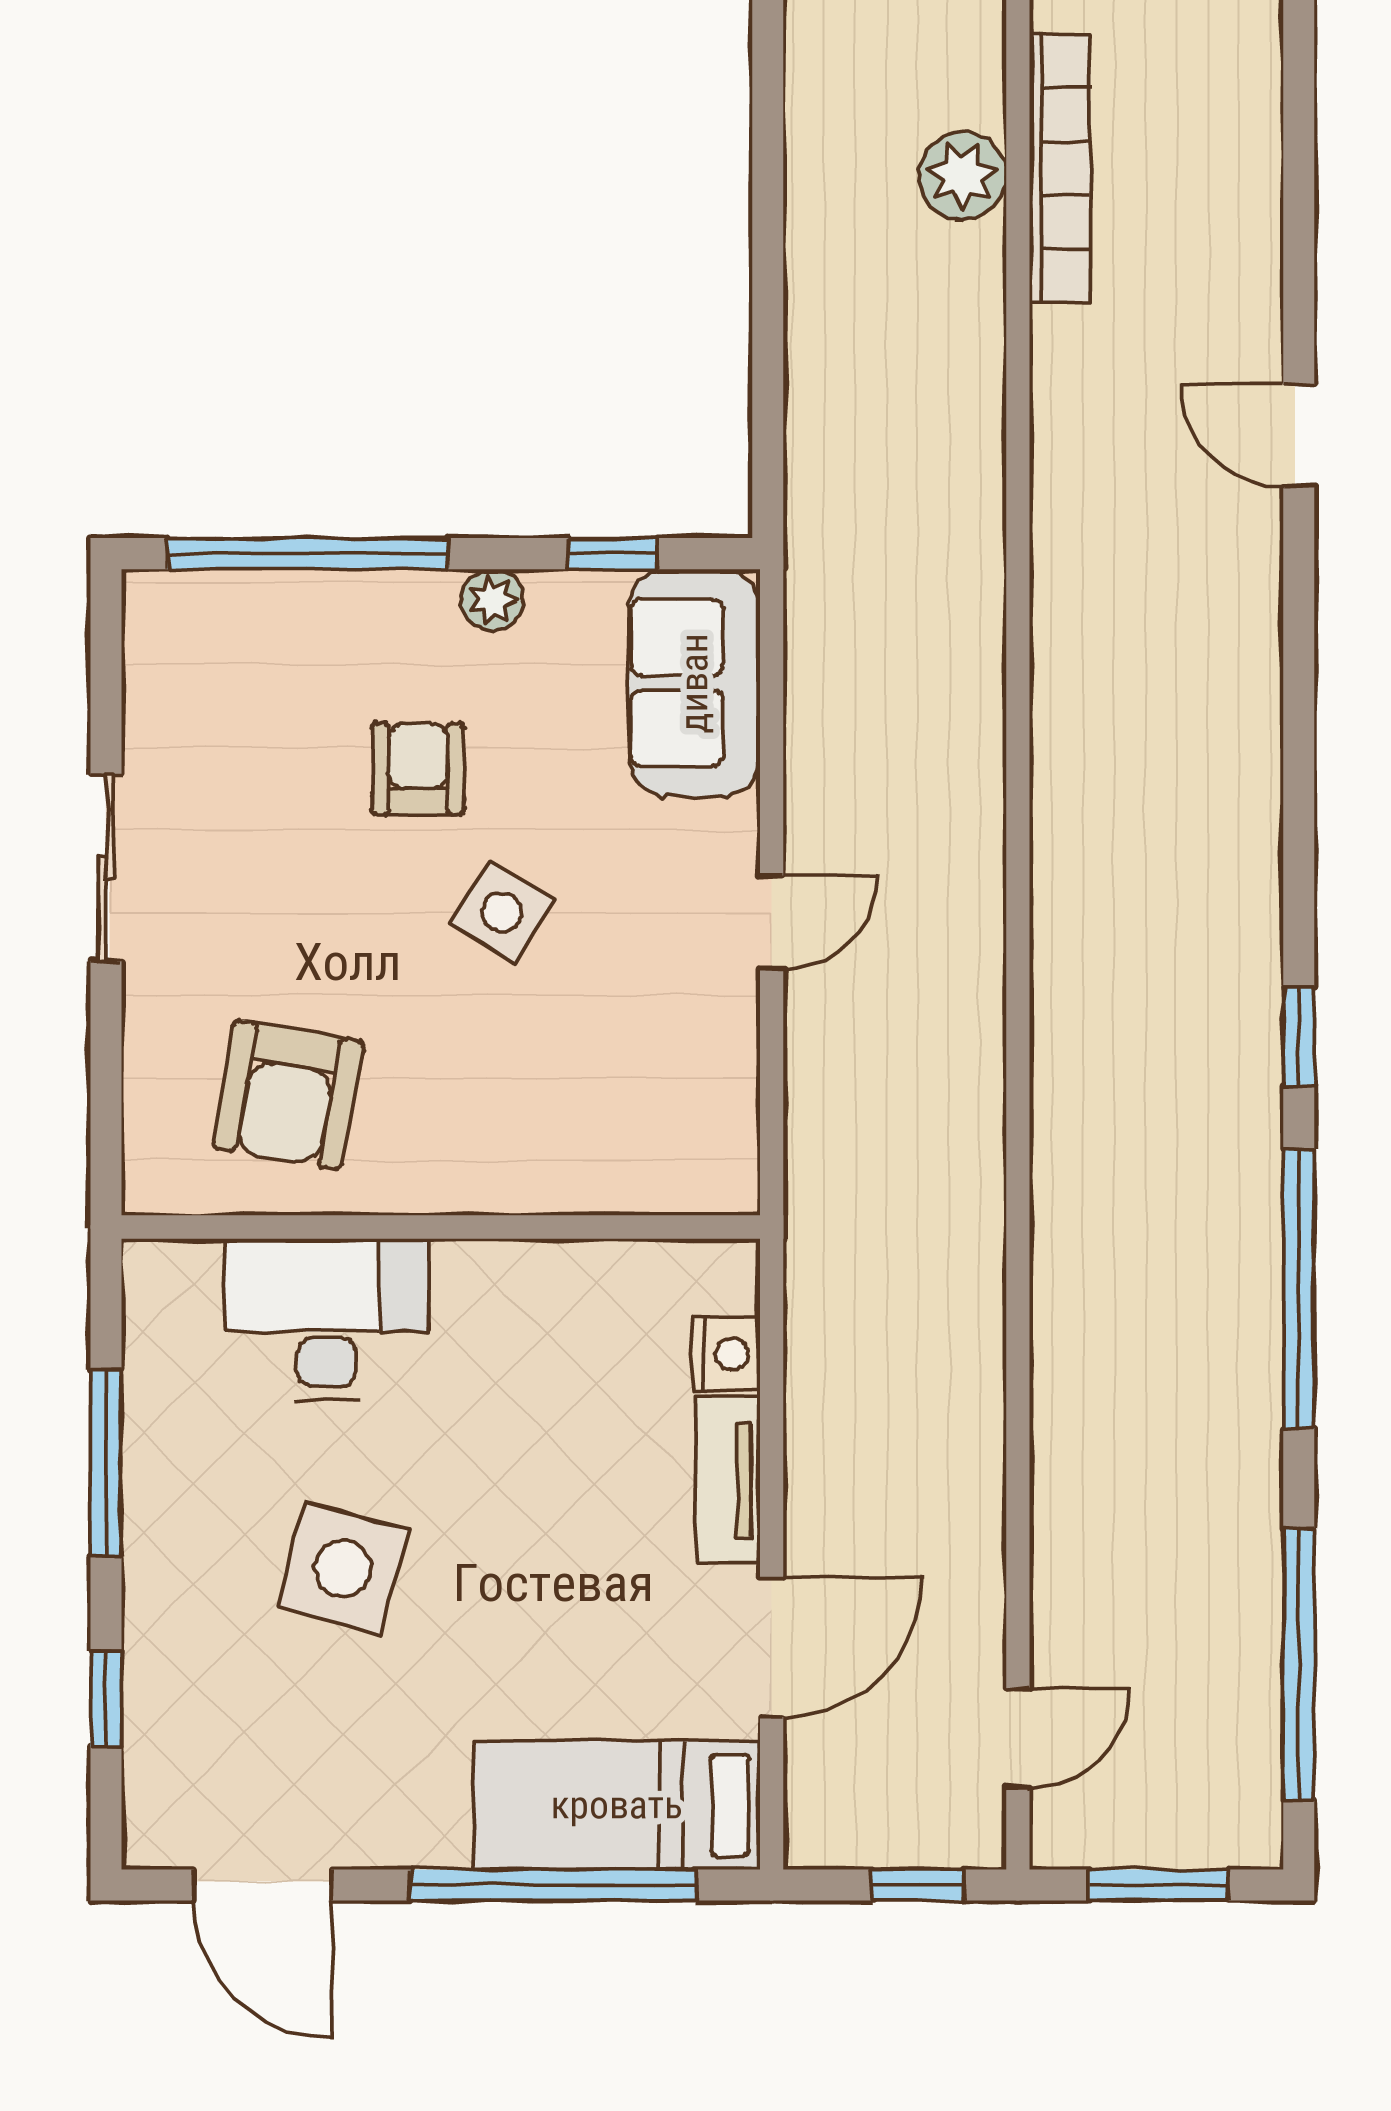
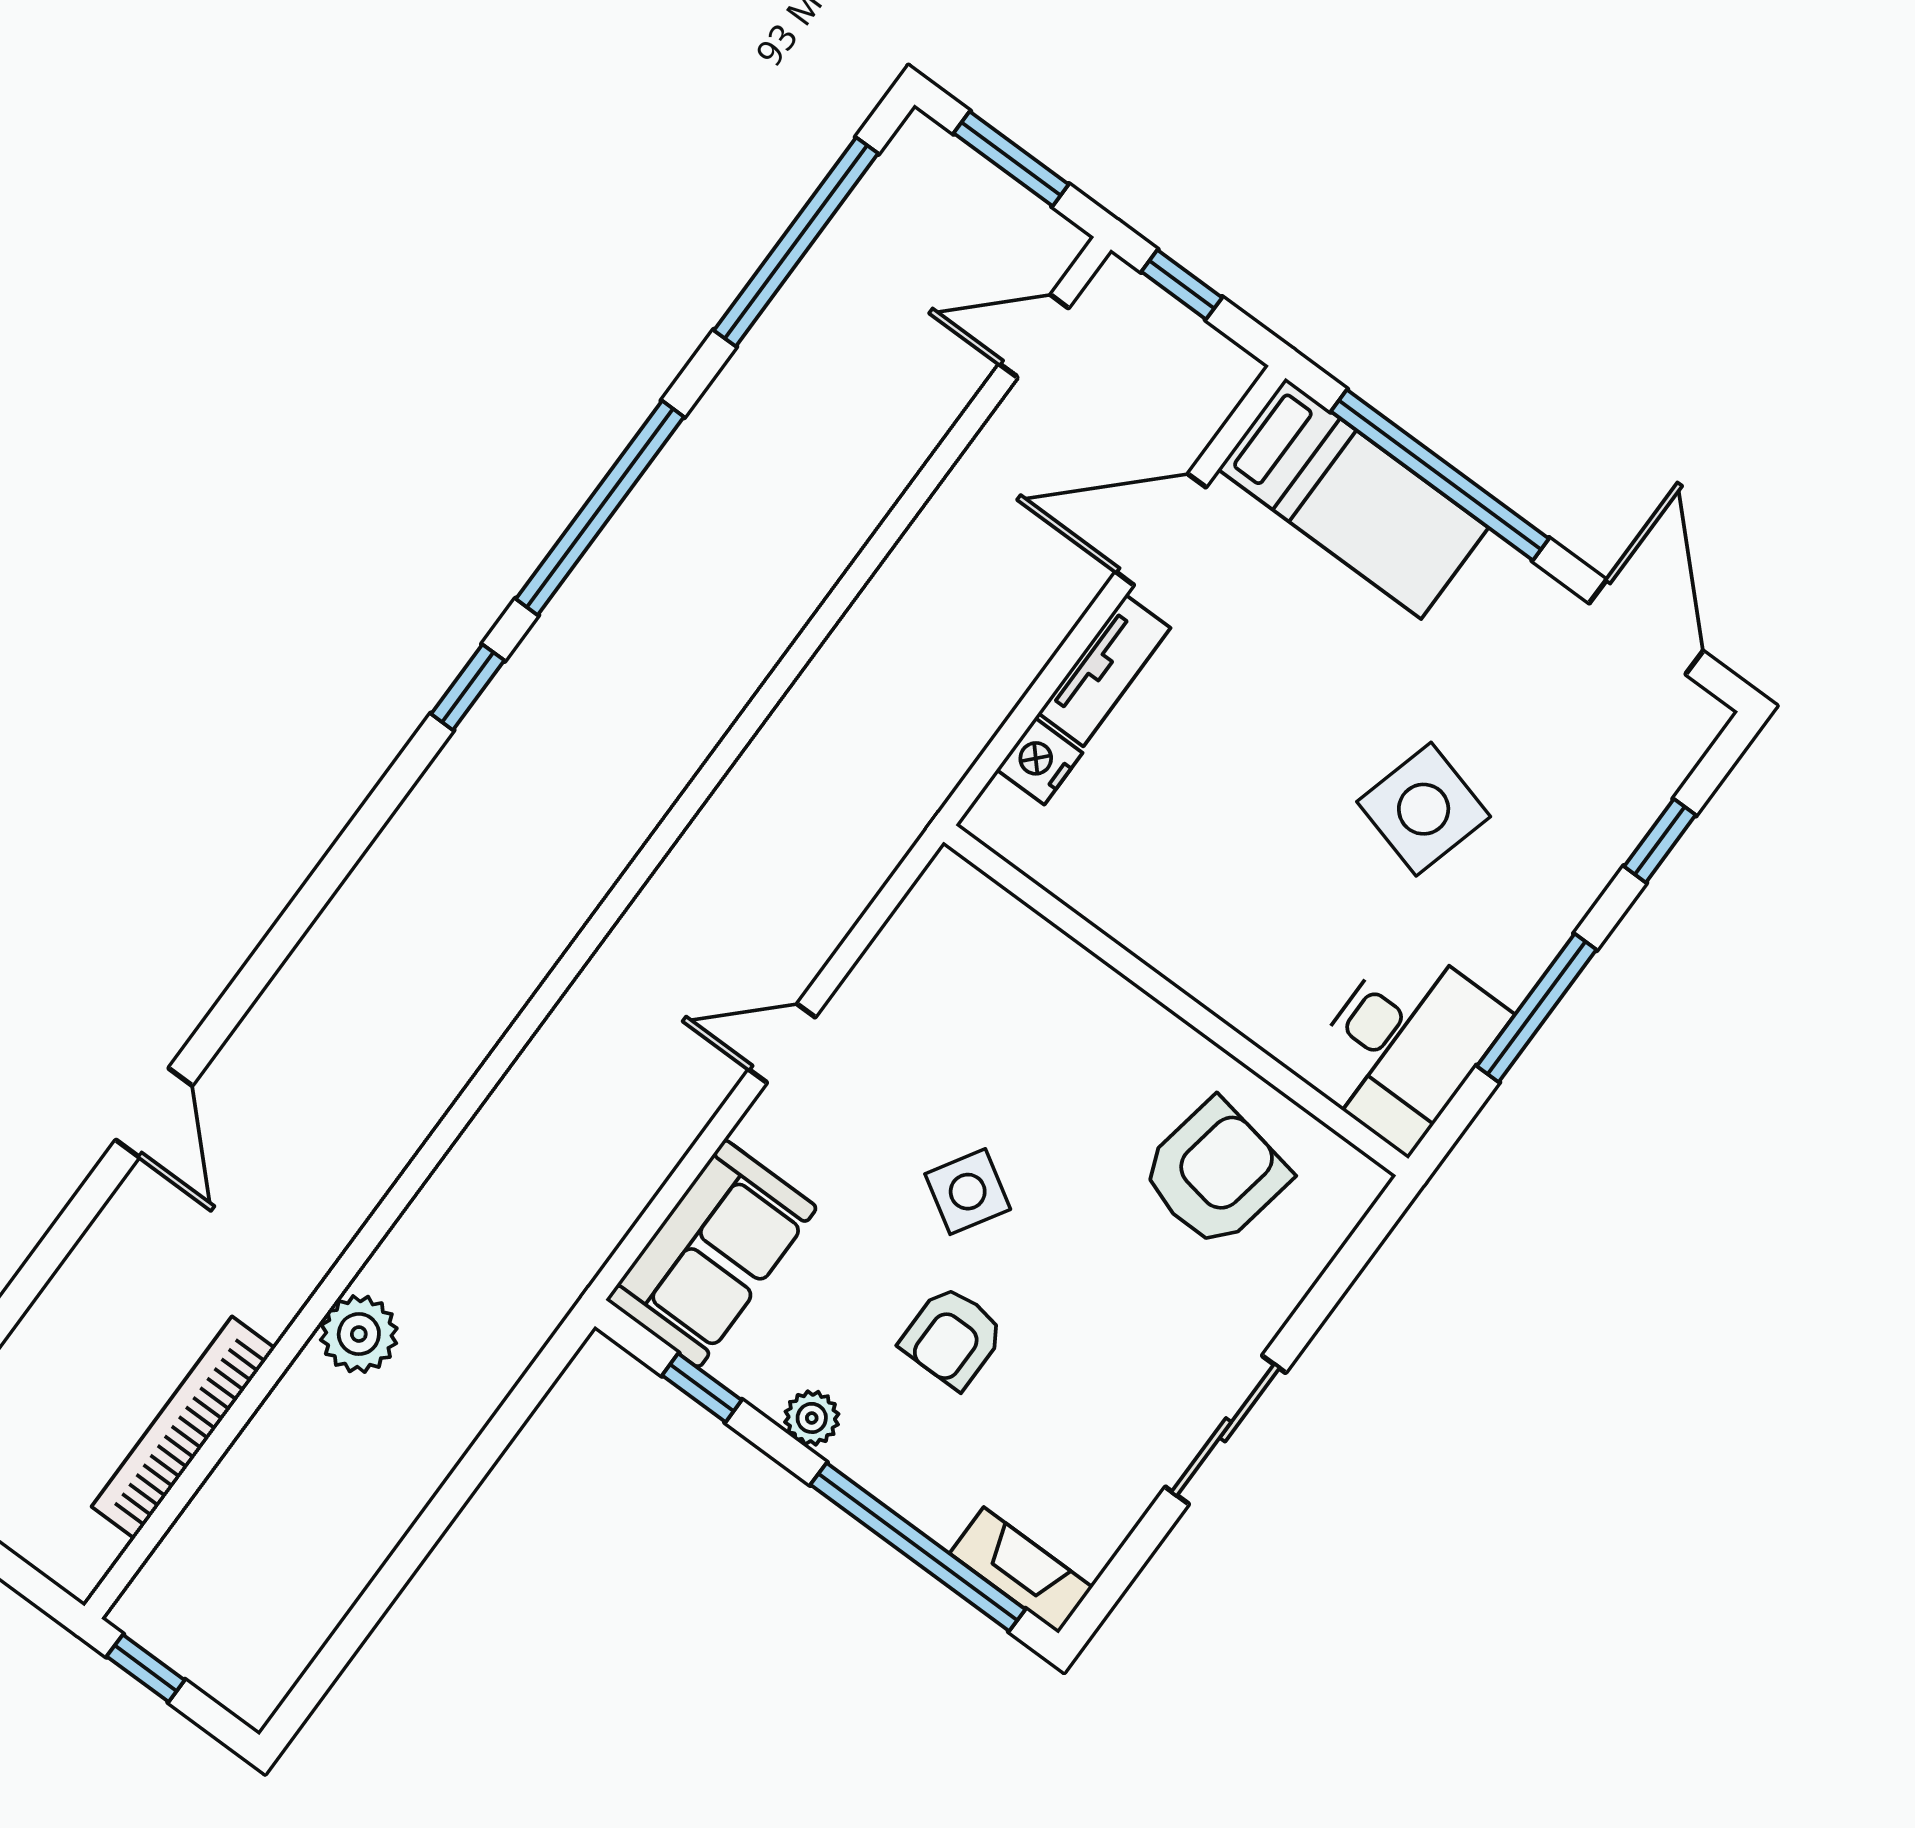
plant: (962, 176) -> (359, 1334), moved
fireplace: (198, 602) -> (1021, 1570), added
desk: (326, 1319) -> (1405, 1045), moved, turned -90

